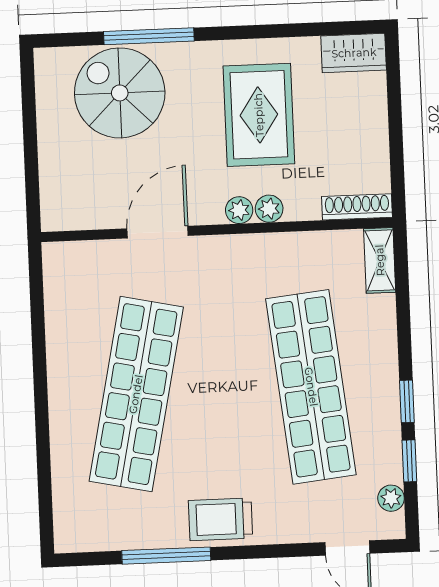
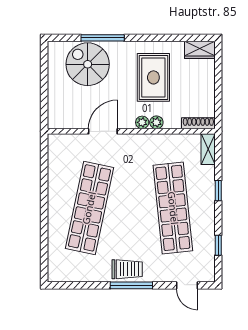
window: (407, 401) -> (218, 191), moved
plant: (391, 498) -> (209, 263), removed
trolley: (221, 519) -> (127, 269), turned 180
window: (166, 556) -> (131, 285), moved

